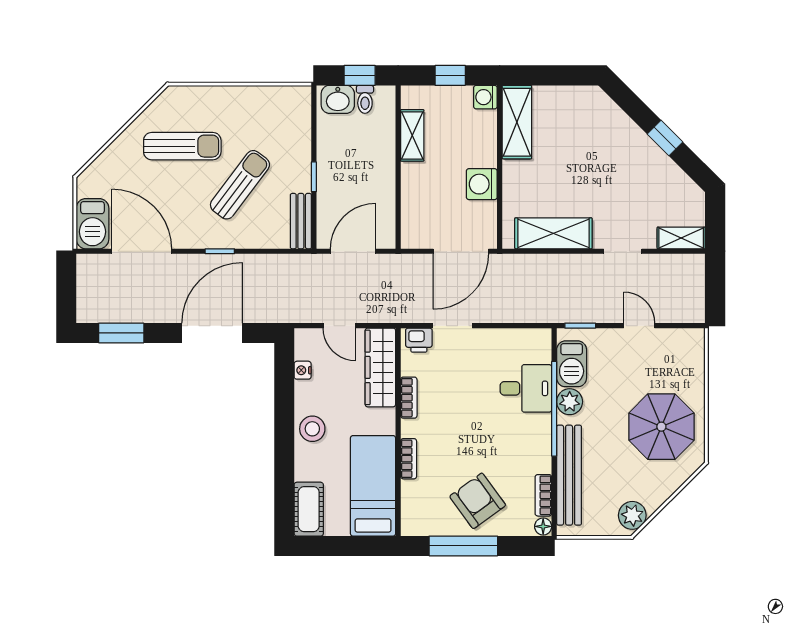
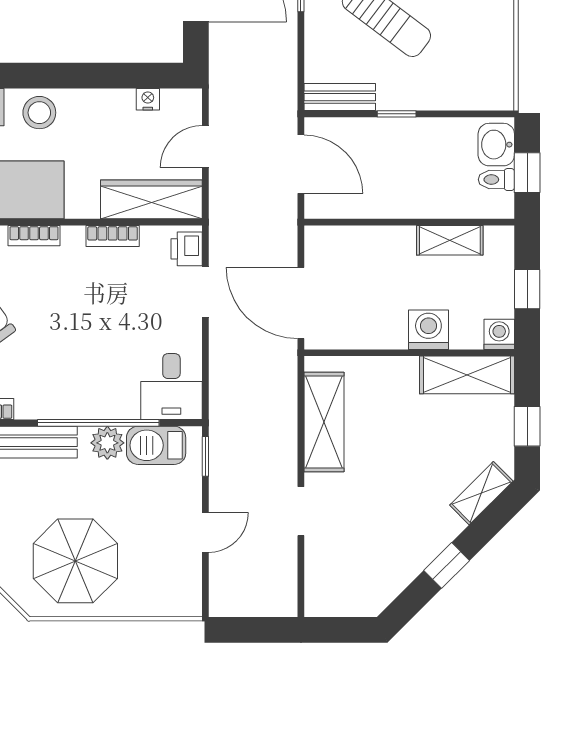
window: (557, 75) -> (527, 426), added
washing machine: (482, 184) -> (428, 330), moved
shelving: (681, 238) -> (481, 493), moved, turned 45
desk: (526, 388) -> (171, 387), moved
stool: (312, 429) -> (39, 113), moved

